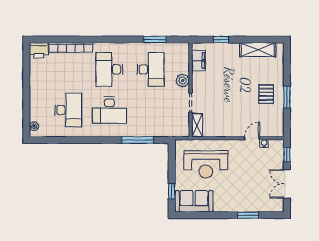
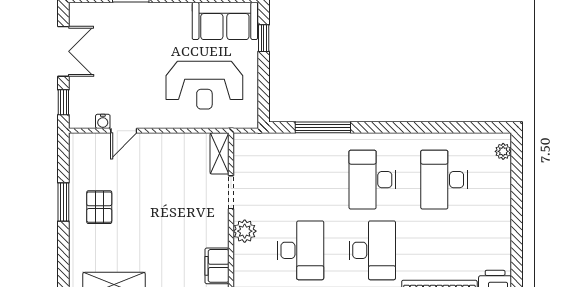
desk: (151, 69) -> (300, 250), turned 180
desk: (109, 110) -> (372, 180), turned -90
reception desk: (206, 164) -> (204, 85), turned 180

